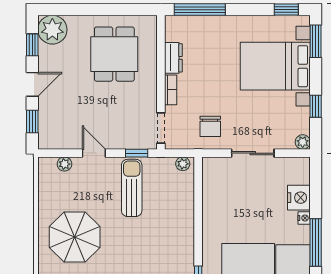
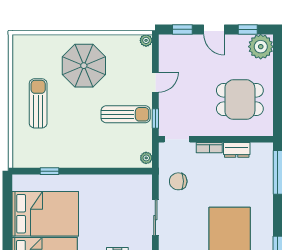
plant: (64, 164) -> (146, 40), moved

